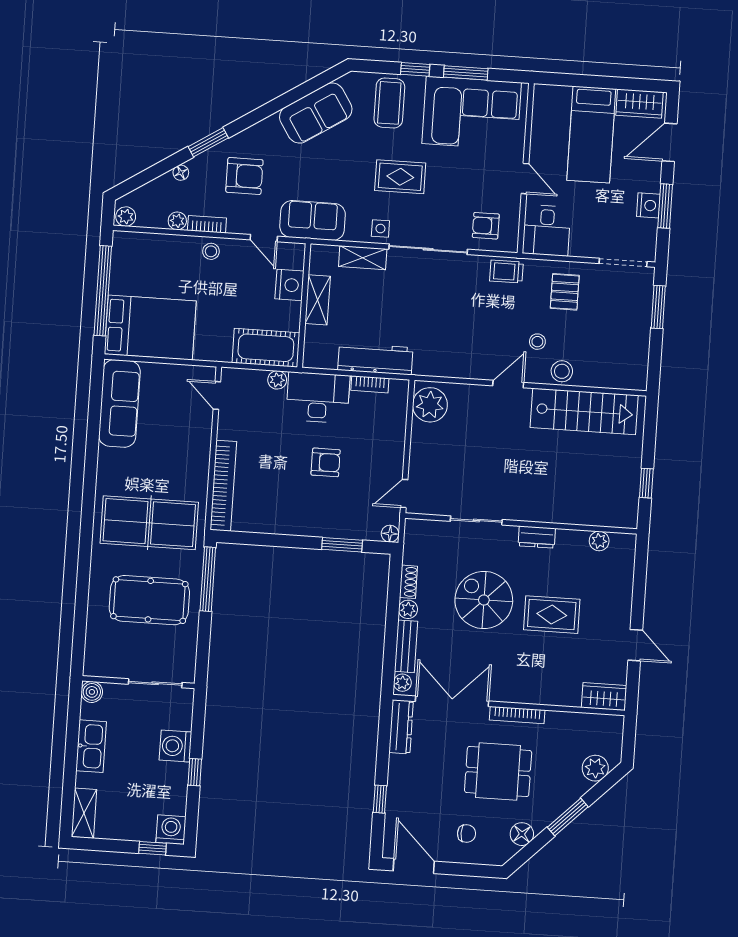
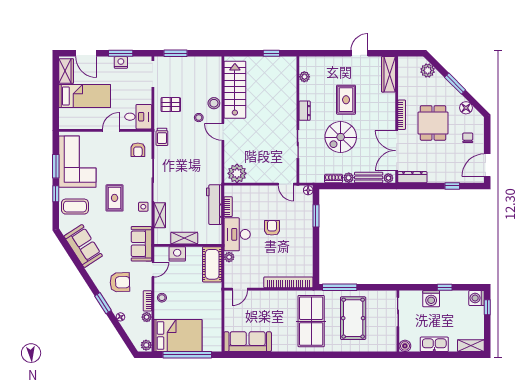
armchair: (244, 176) -> (120, 282), turned 88
bed: (150, 328) -> (178, 336), moved, turned 90
wardrobe: (604, 697) -> (389, 74), width x1.50

